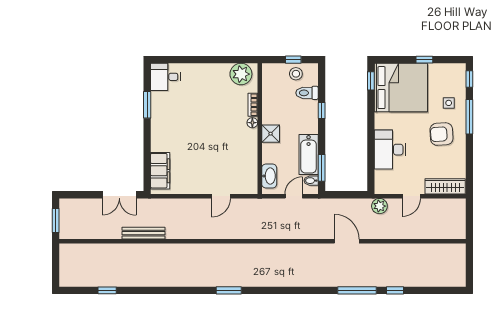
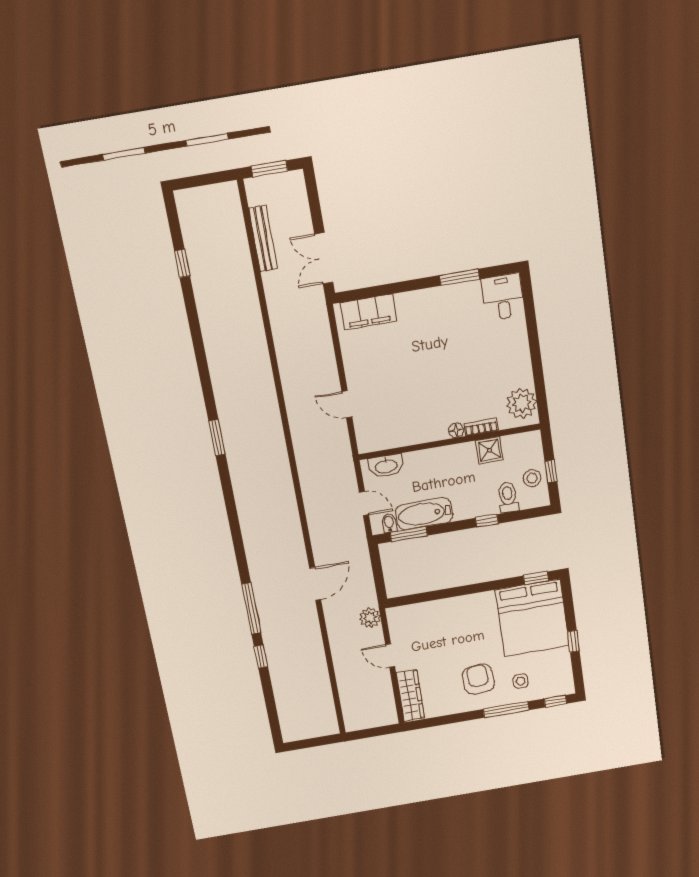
shower: (271, 134) -> (489, 450), moved
desk: (390, 150) -> (448, 618), removed
bench: (144, 233) -> (263, 239), moved

